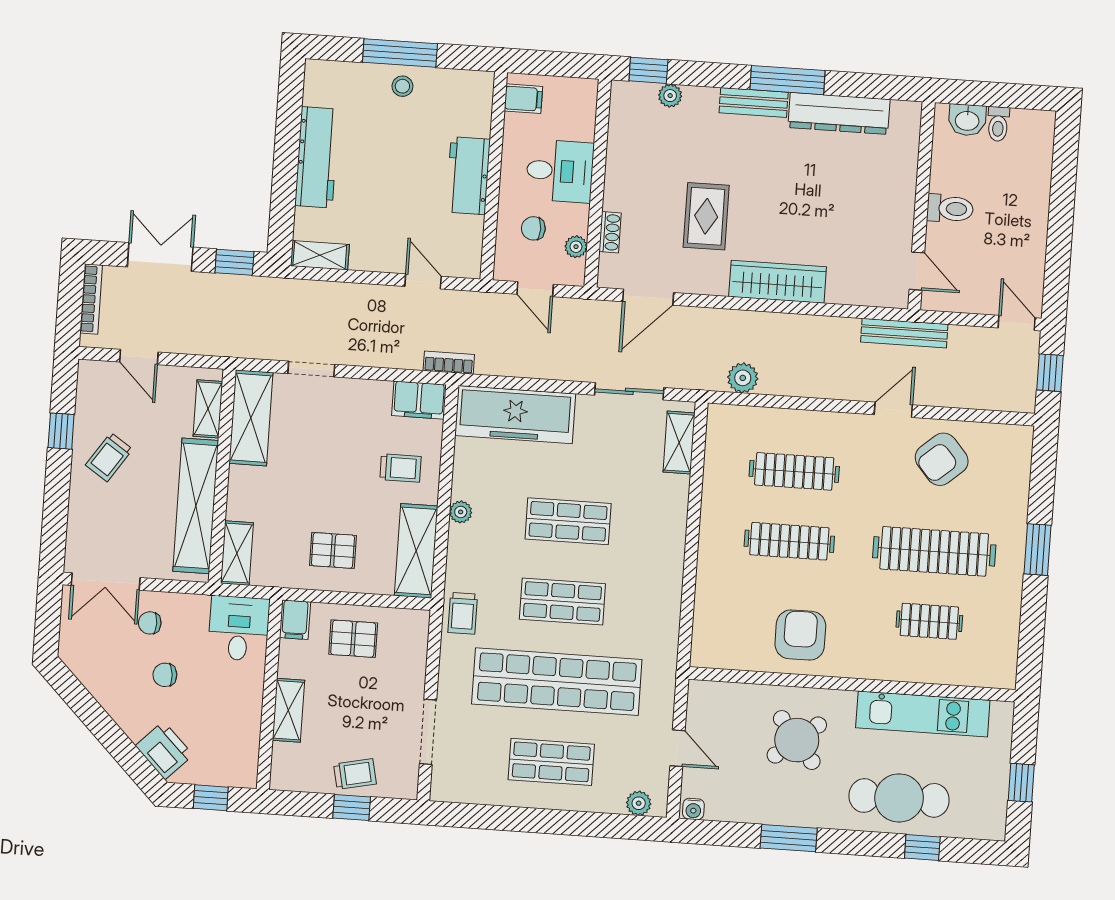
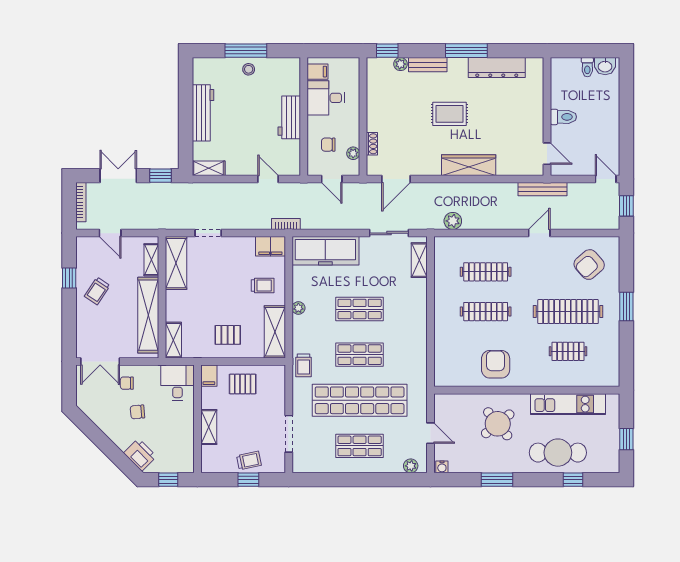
bench: (754, 103) -> (428, 65), moved
washbasin: (967, 120) -> (605, 66), moved
desk: (560, 171) -> (326, 98), moved, turned 180
rug: (706, 216) -> (450, 114), moved, turned 90
armchair: (942, 459) -> (589, 265), moved

